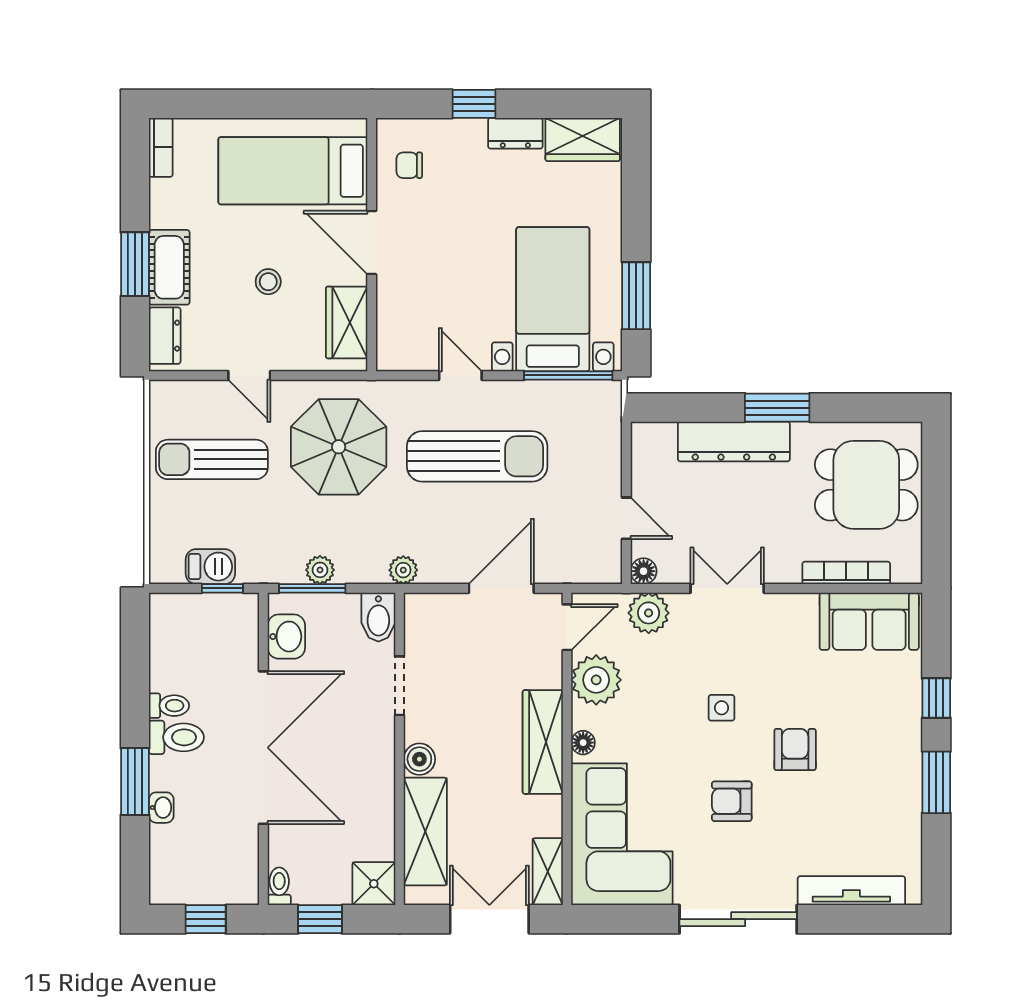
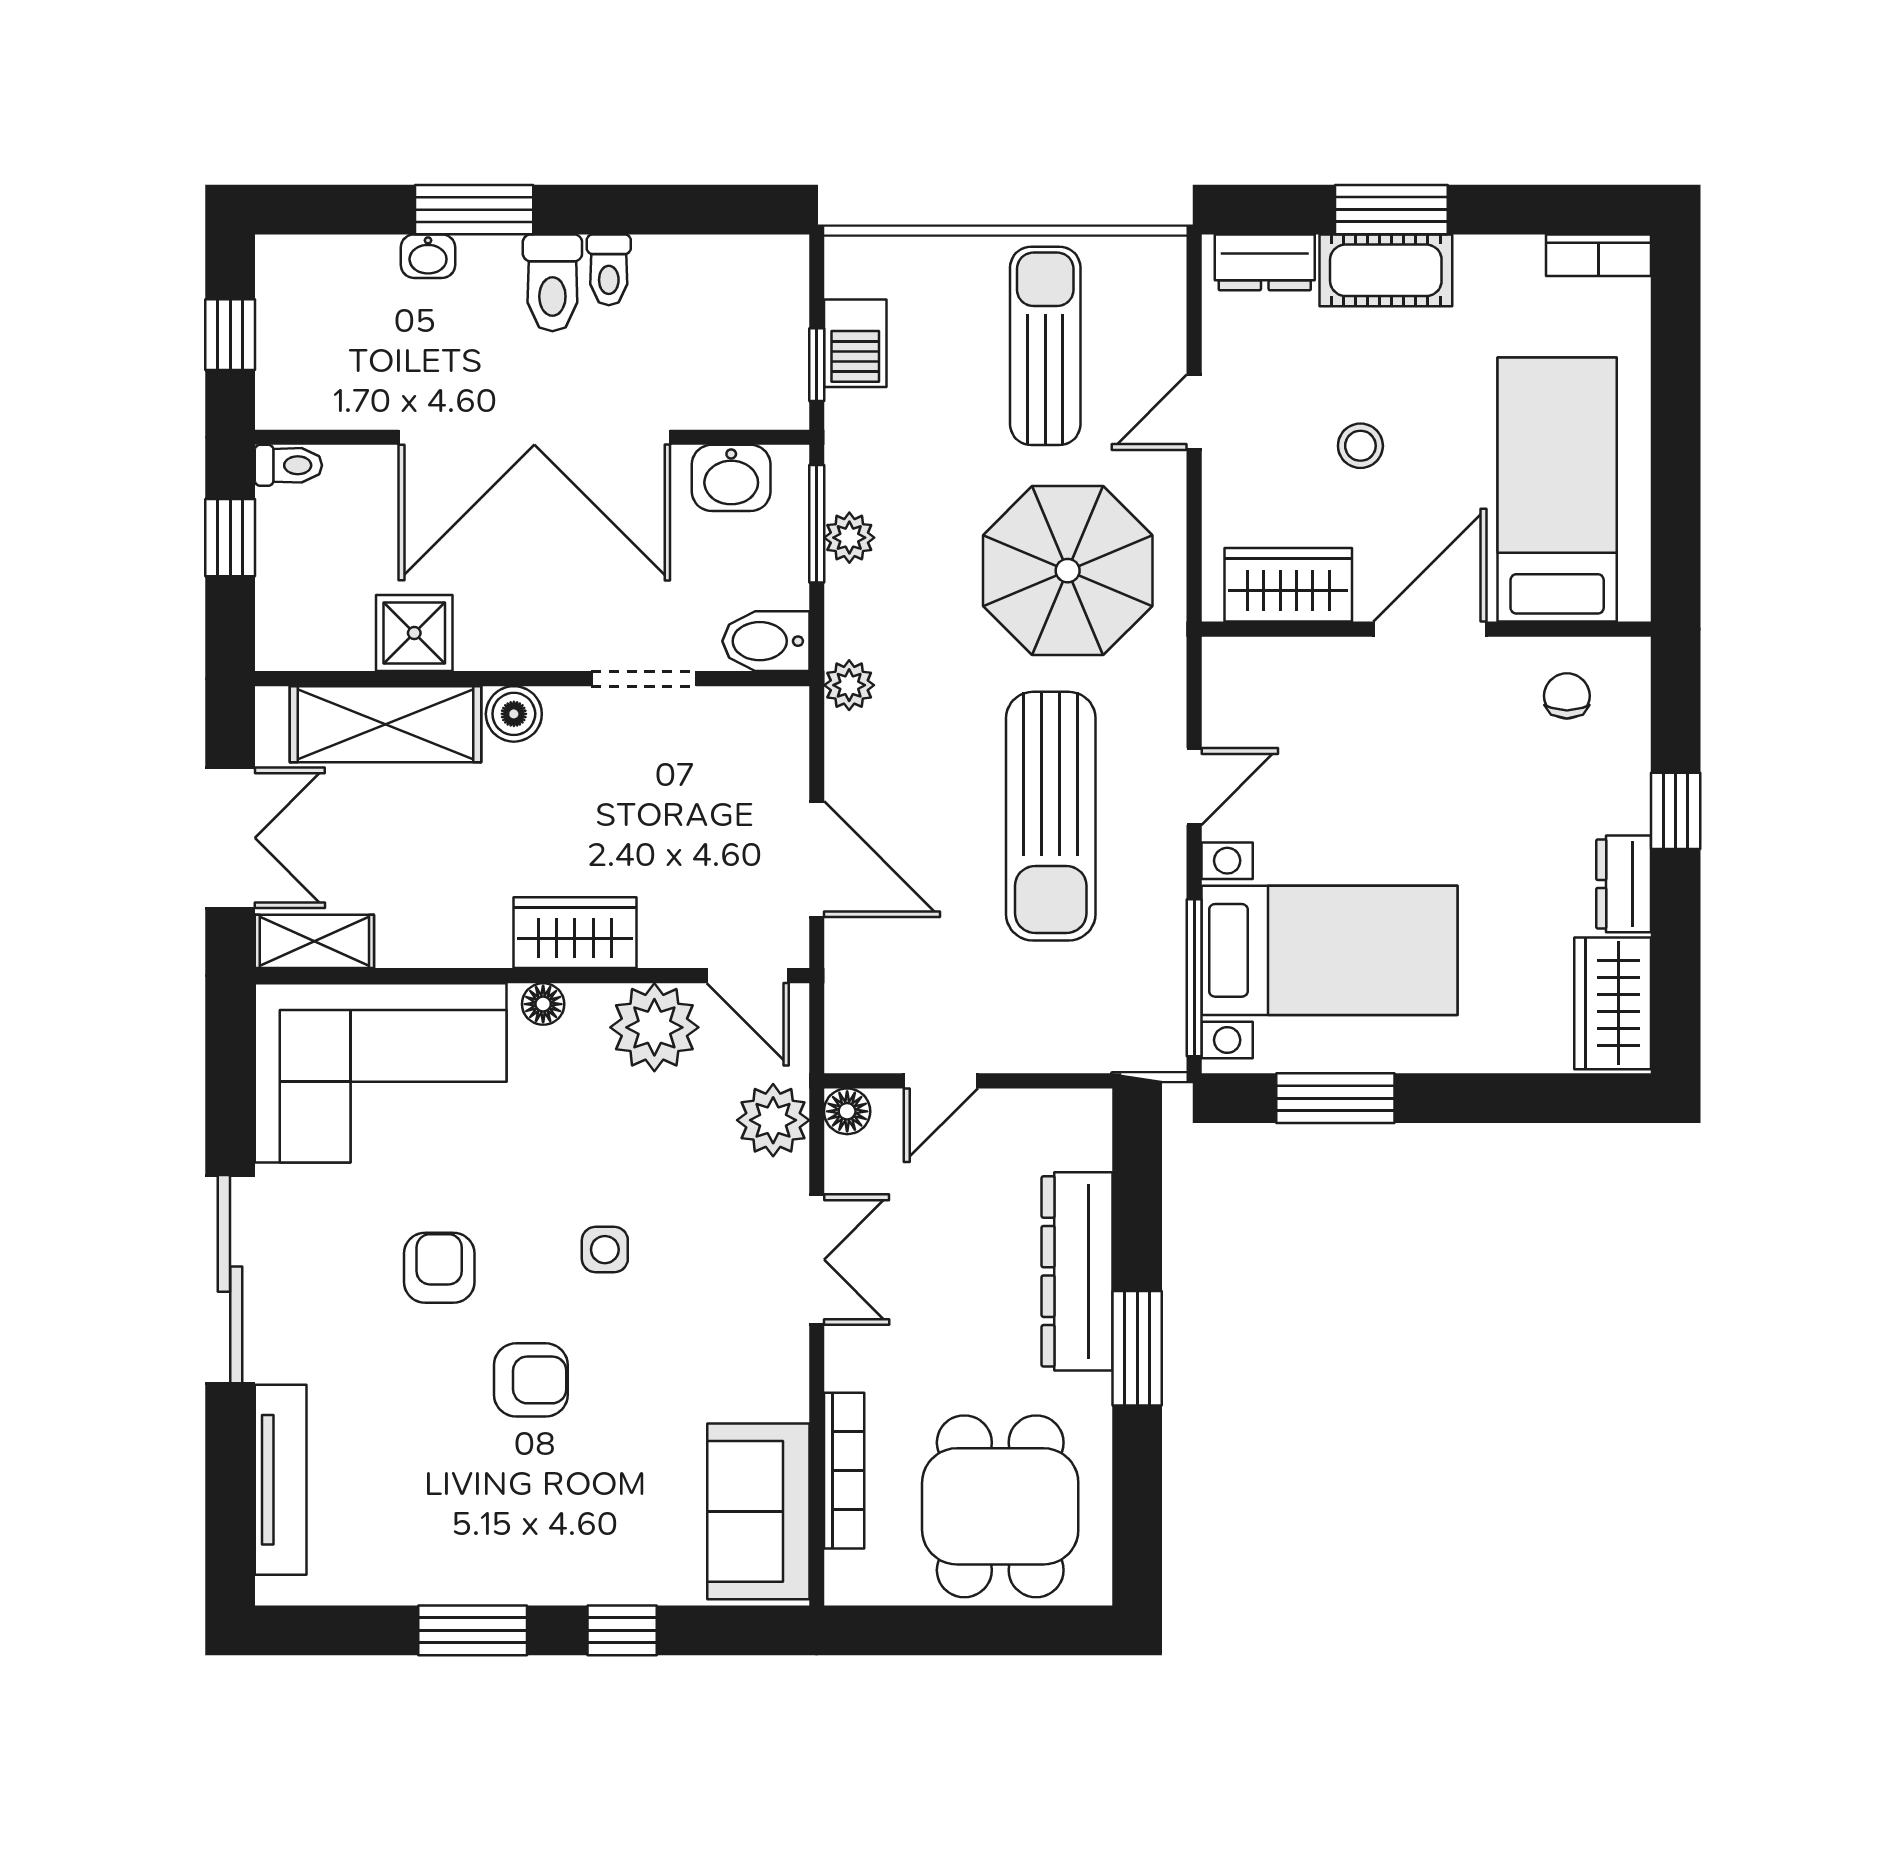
wardrobe: (543, 742) -> (575, 933), width x0.67
shower: (374, 884) -> (414, 633), moved

